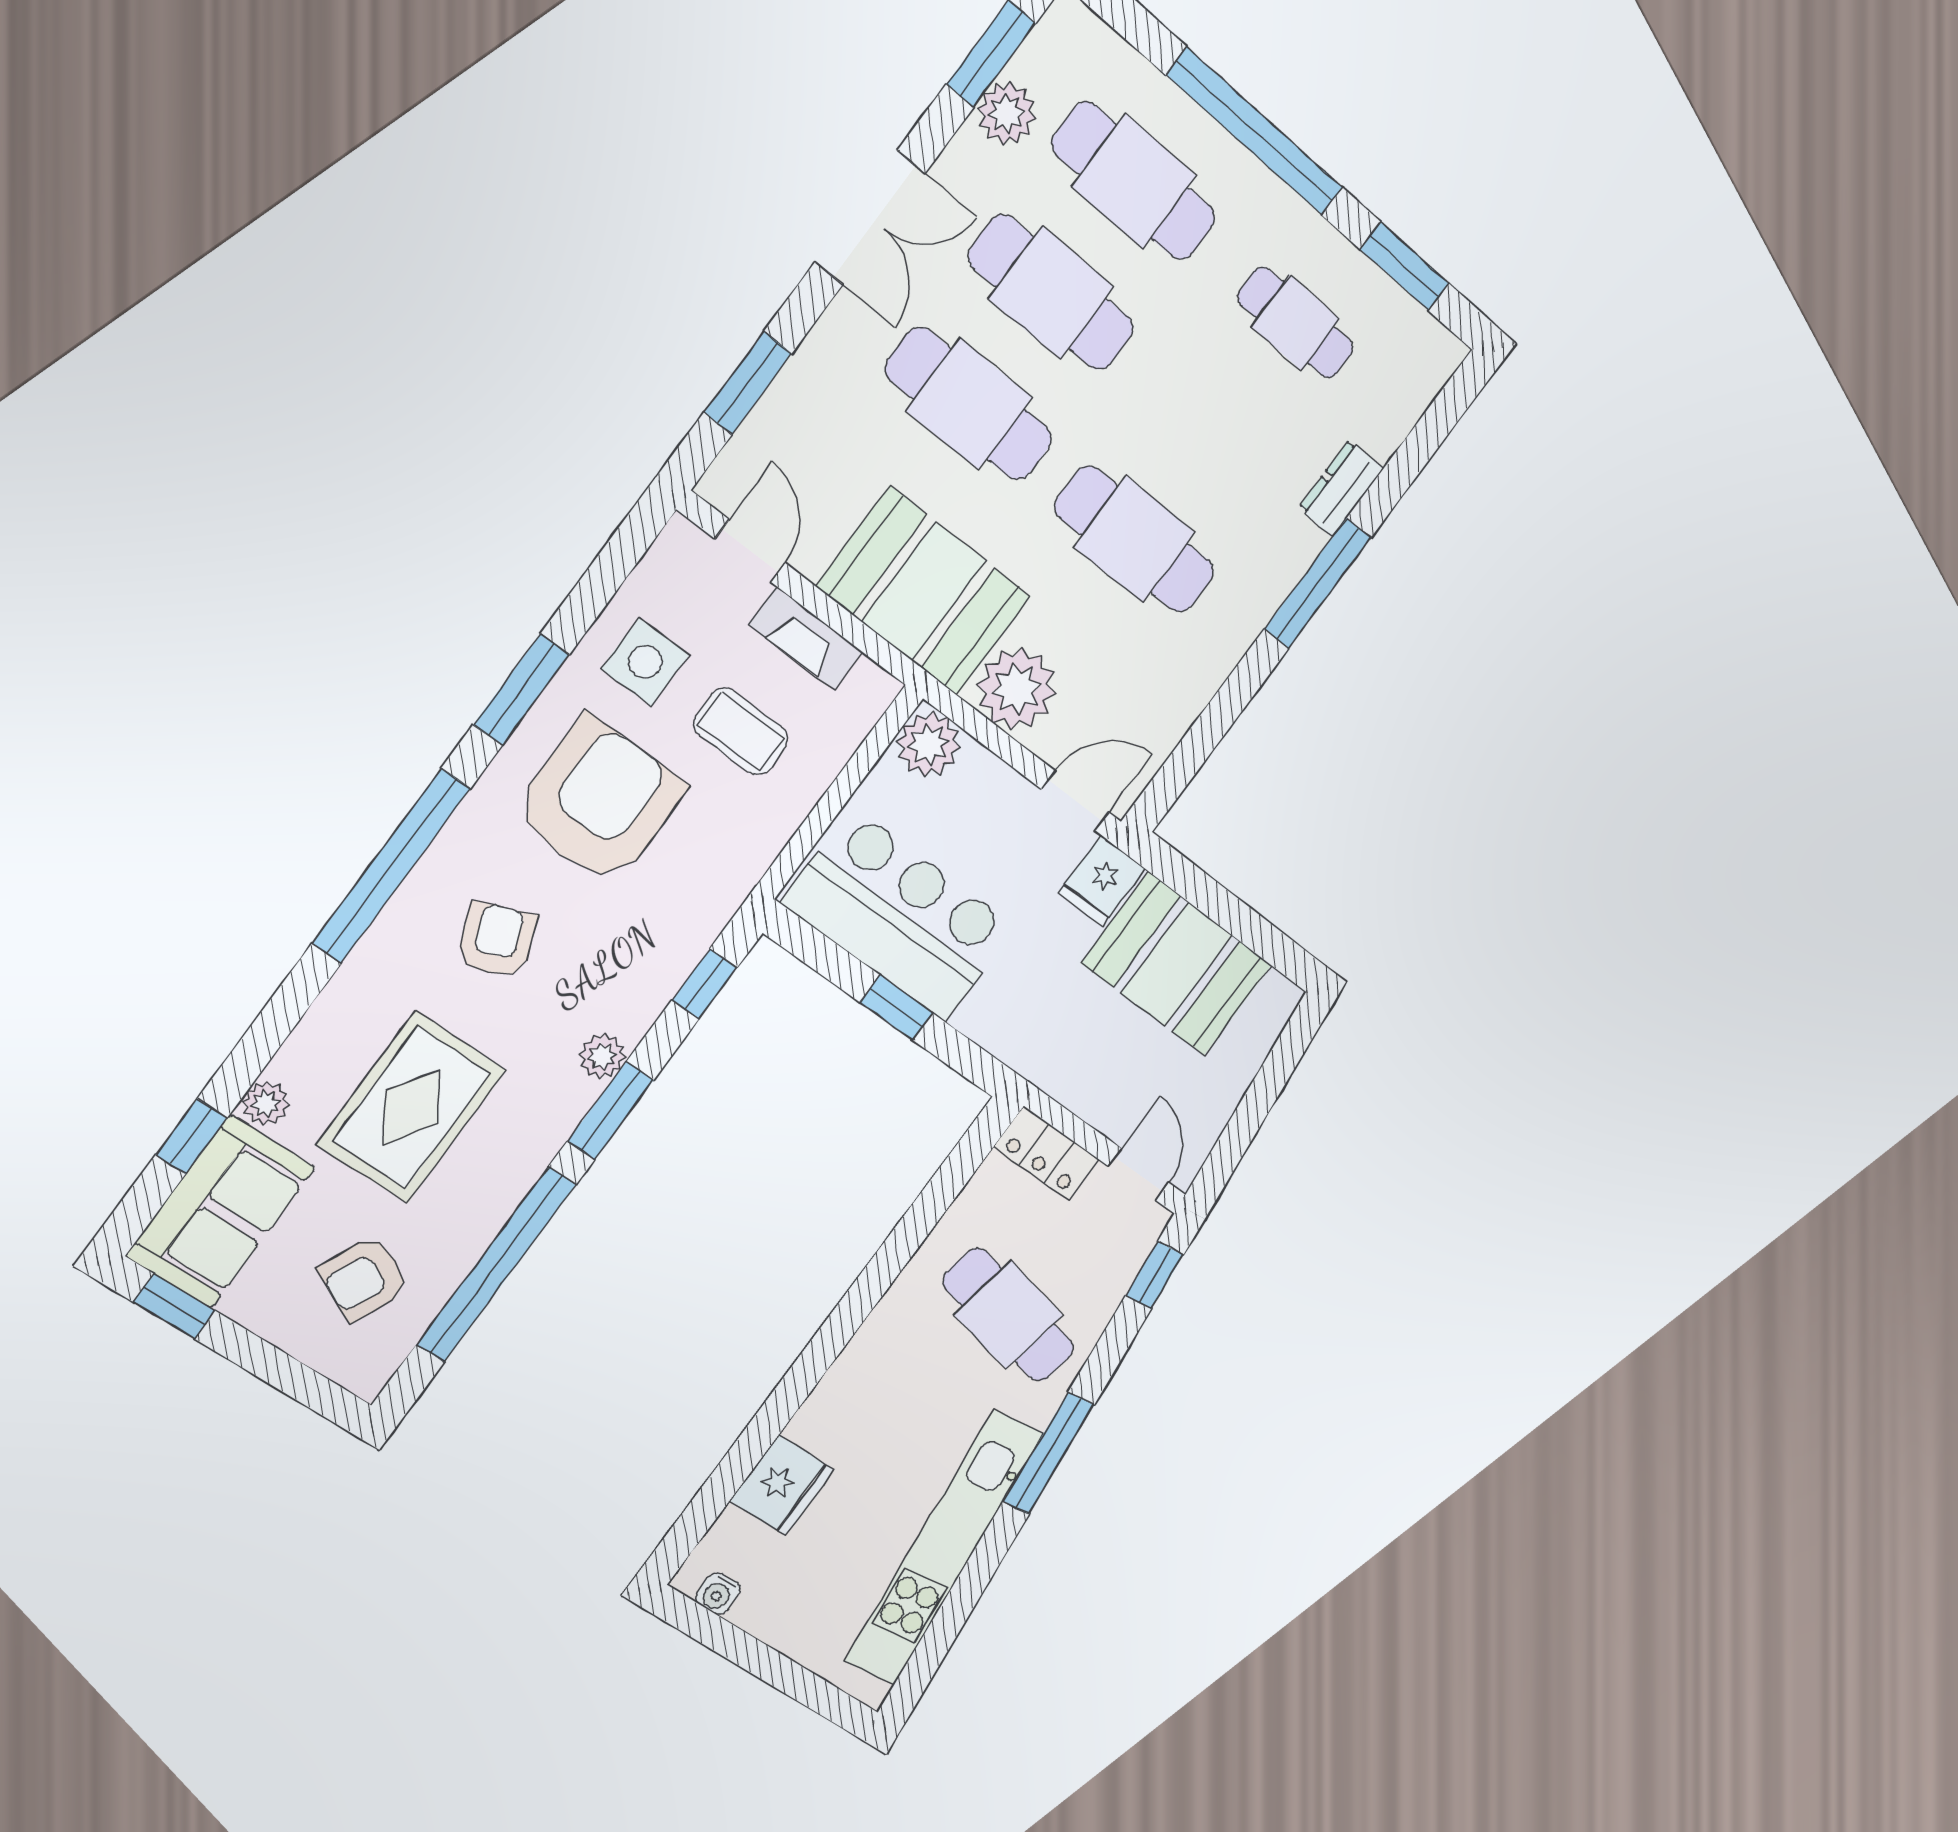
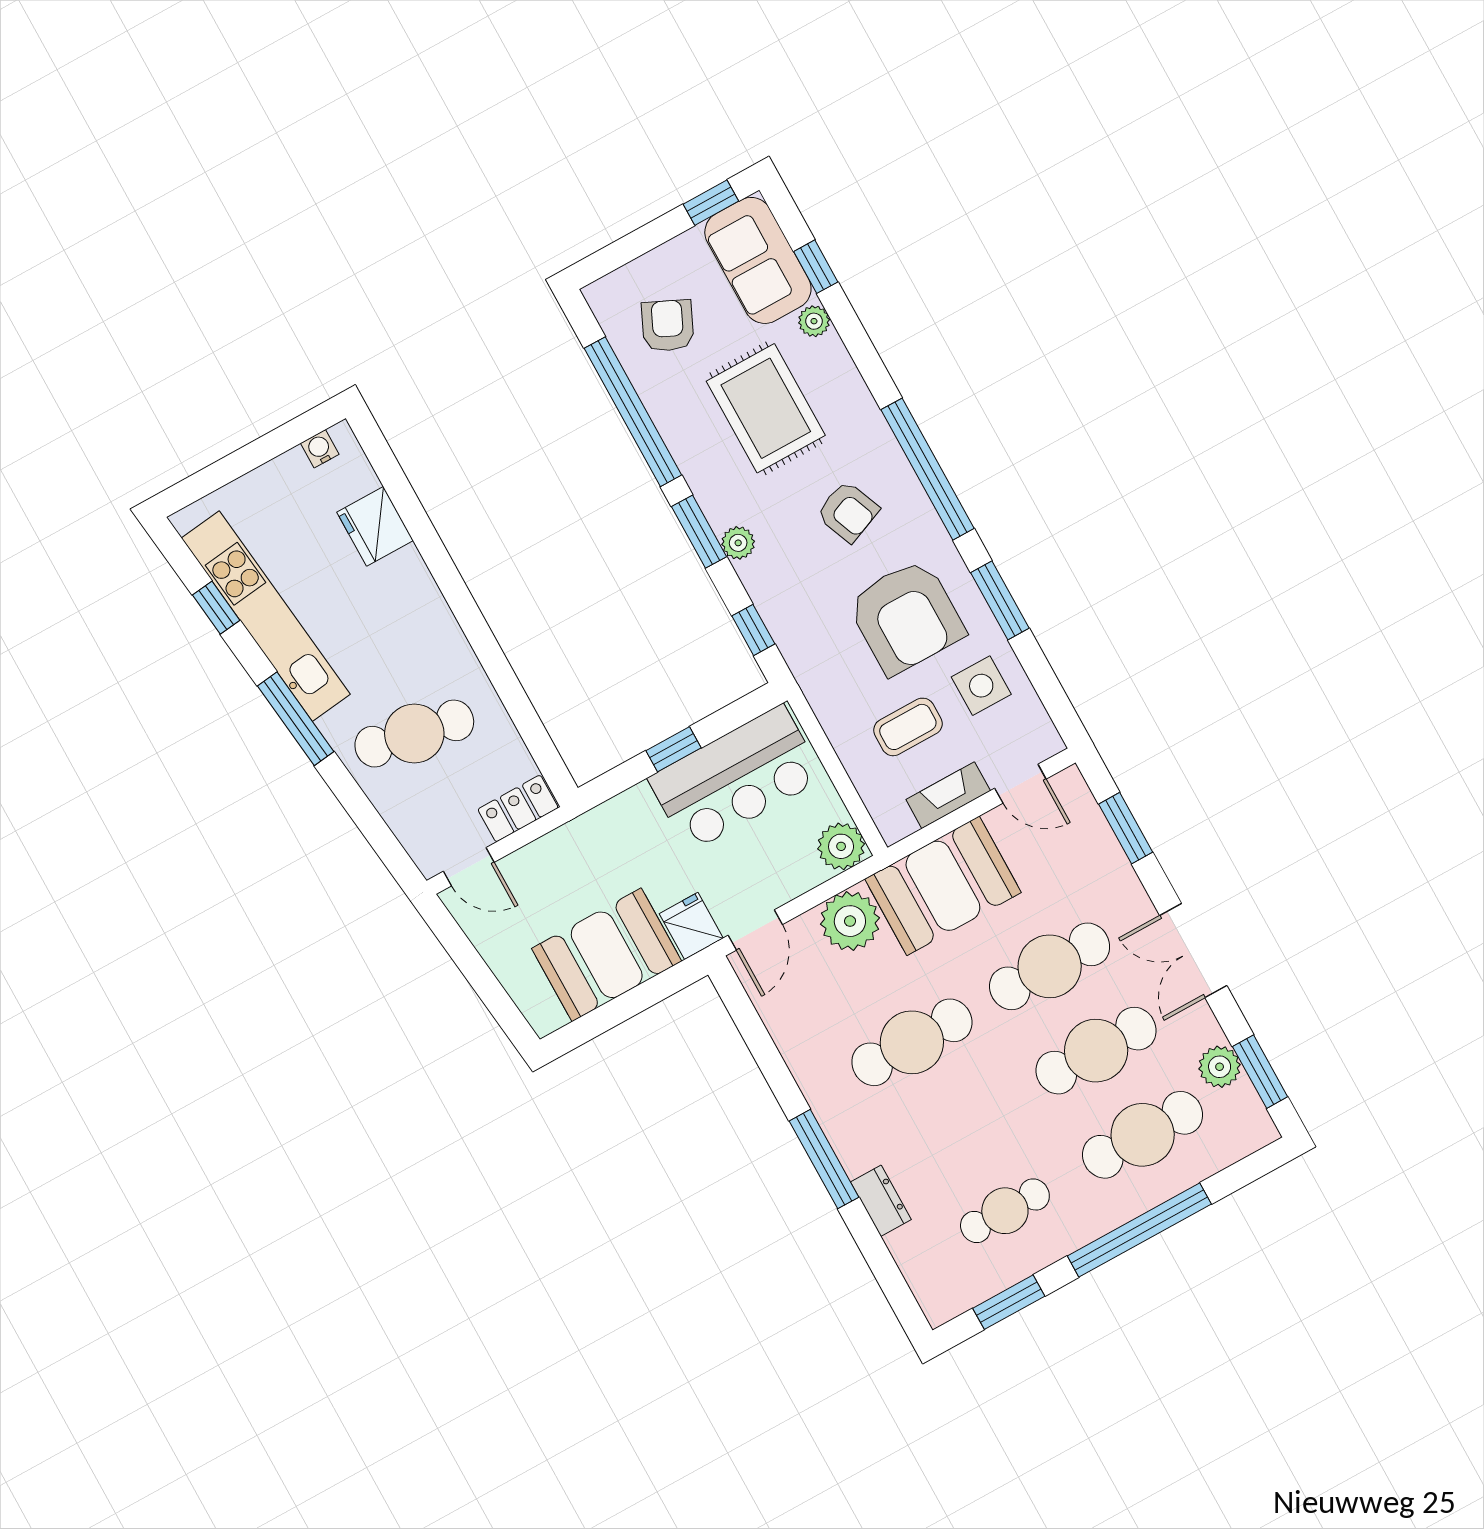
window: (1154, 1275) -> (216, 608), moved

